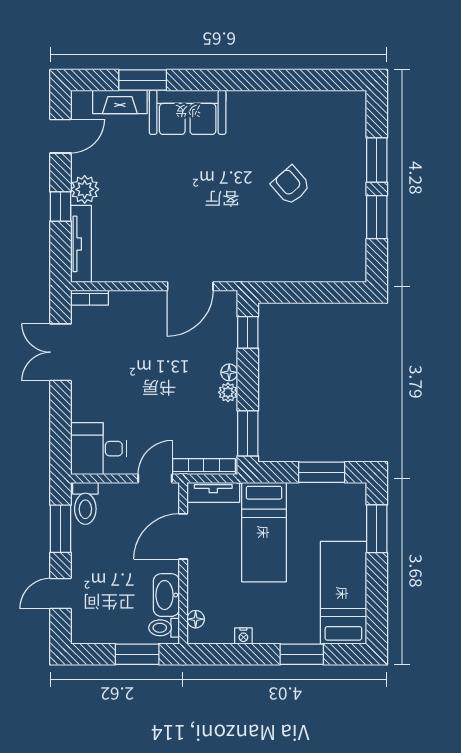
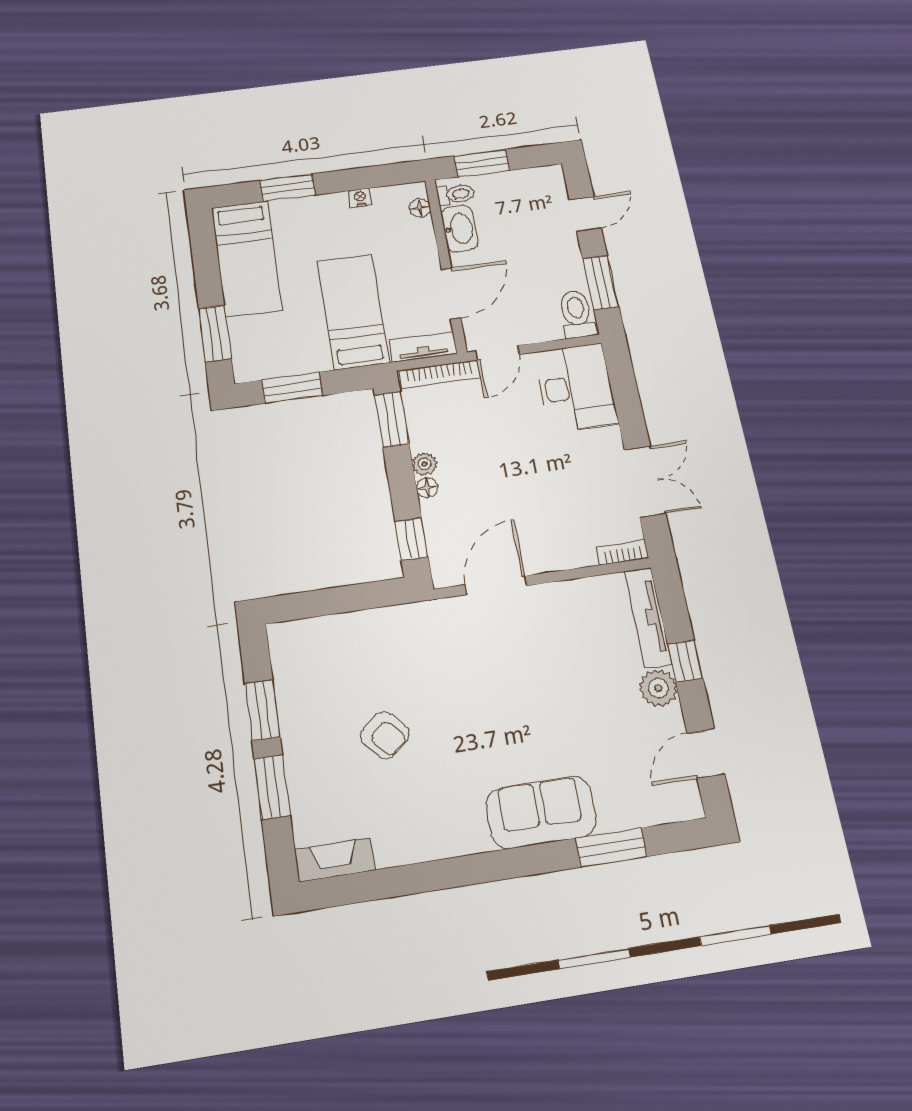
fireplace: (120, 102) -> (335, 860), moved
desk: (99, 449) -> (576, 388), width x1.37

